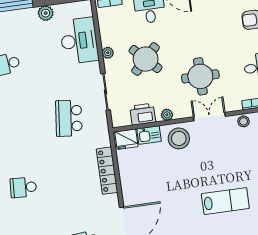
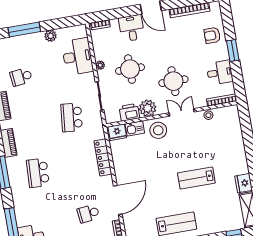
round table: (146, 59) -> (130, 69), turned 45
plant: (167, 115) -> (148, 108), width x1.88, depth x1.88
school desk: (23, 187) -> (38, 173), width x1.85
lab bench: (225, 201) -> (196, 178), turned 180

